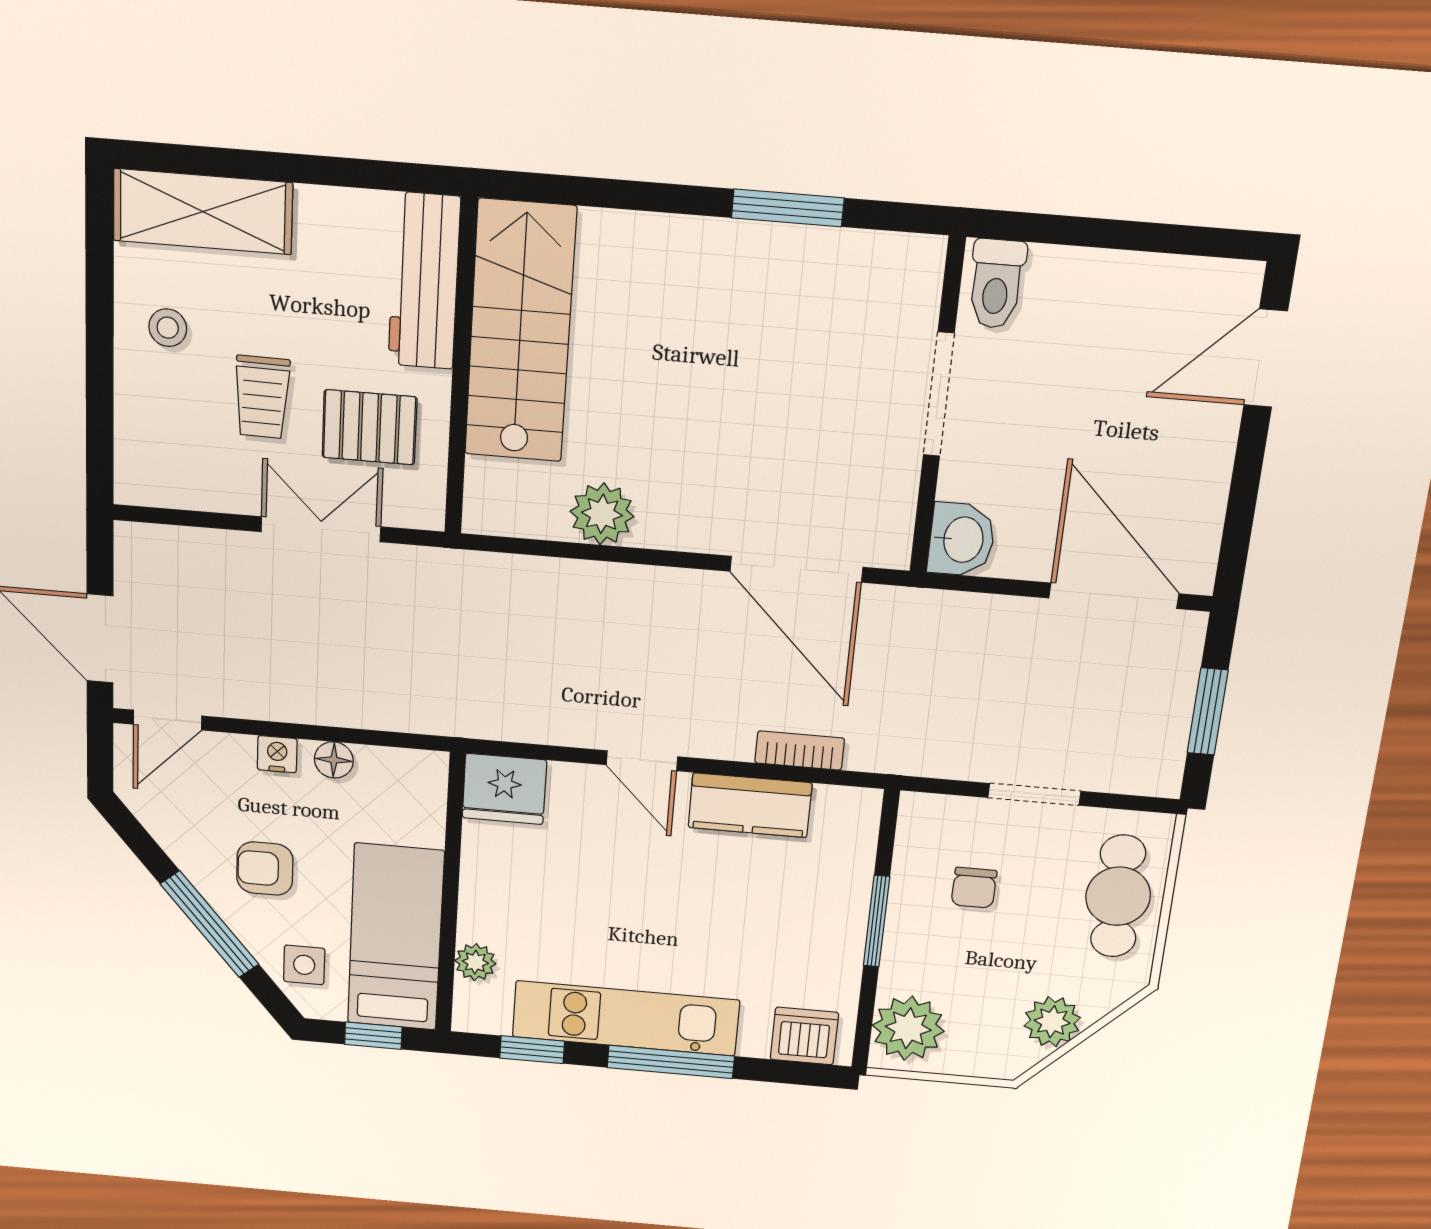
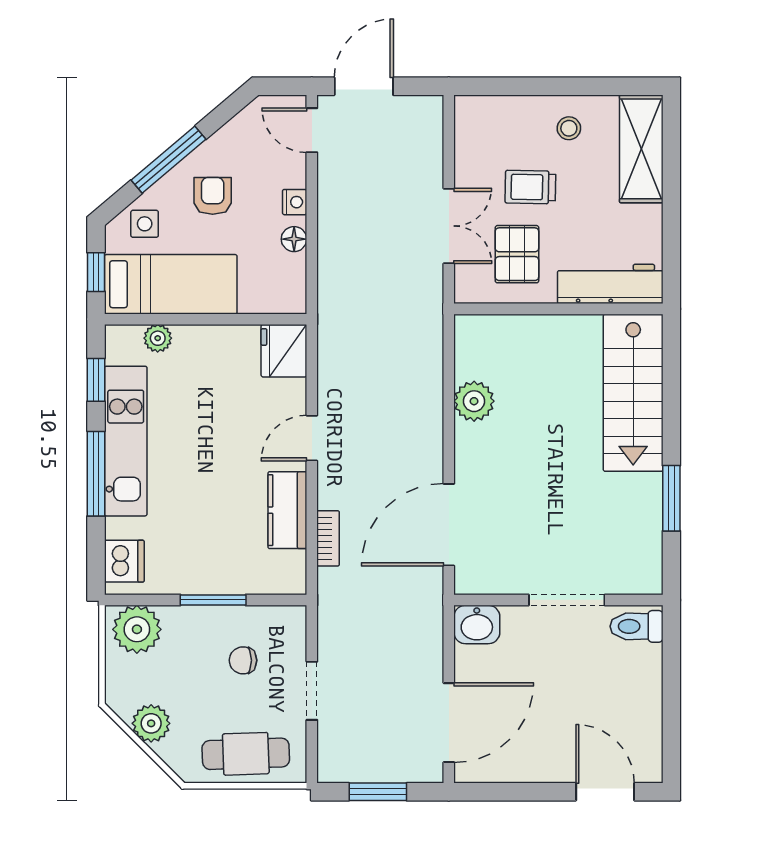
stairs: (520, 332) -> (633, 393), moved, turned 90

